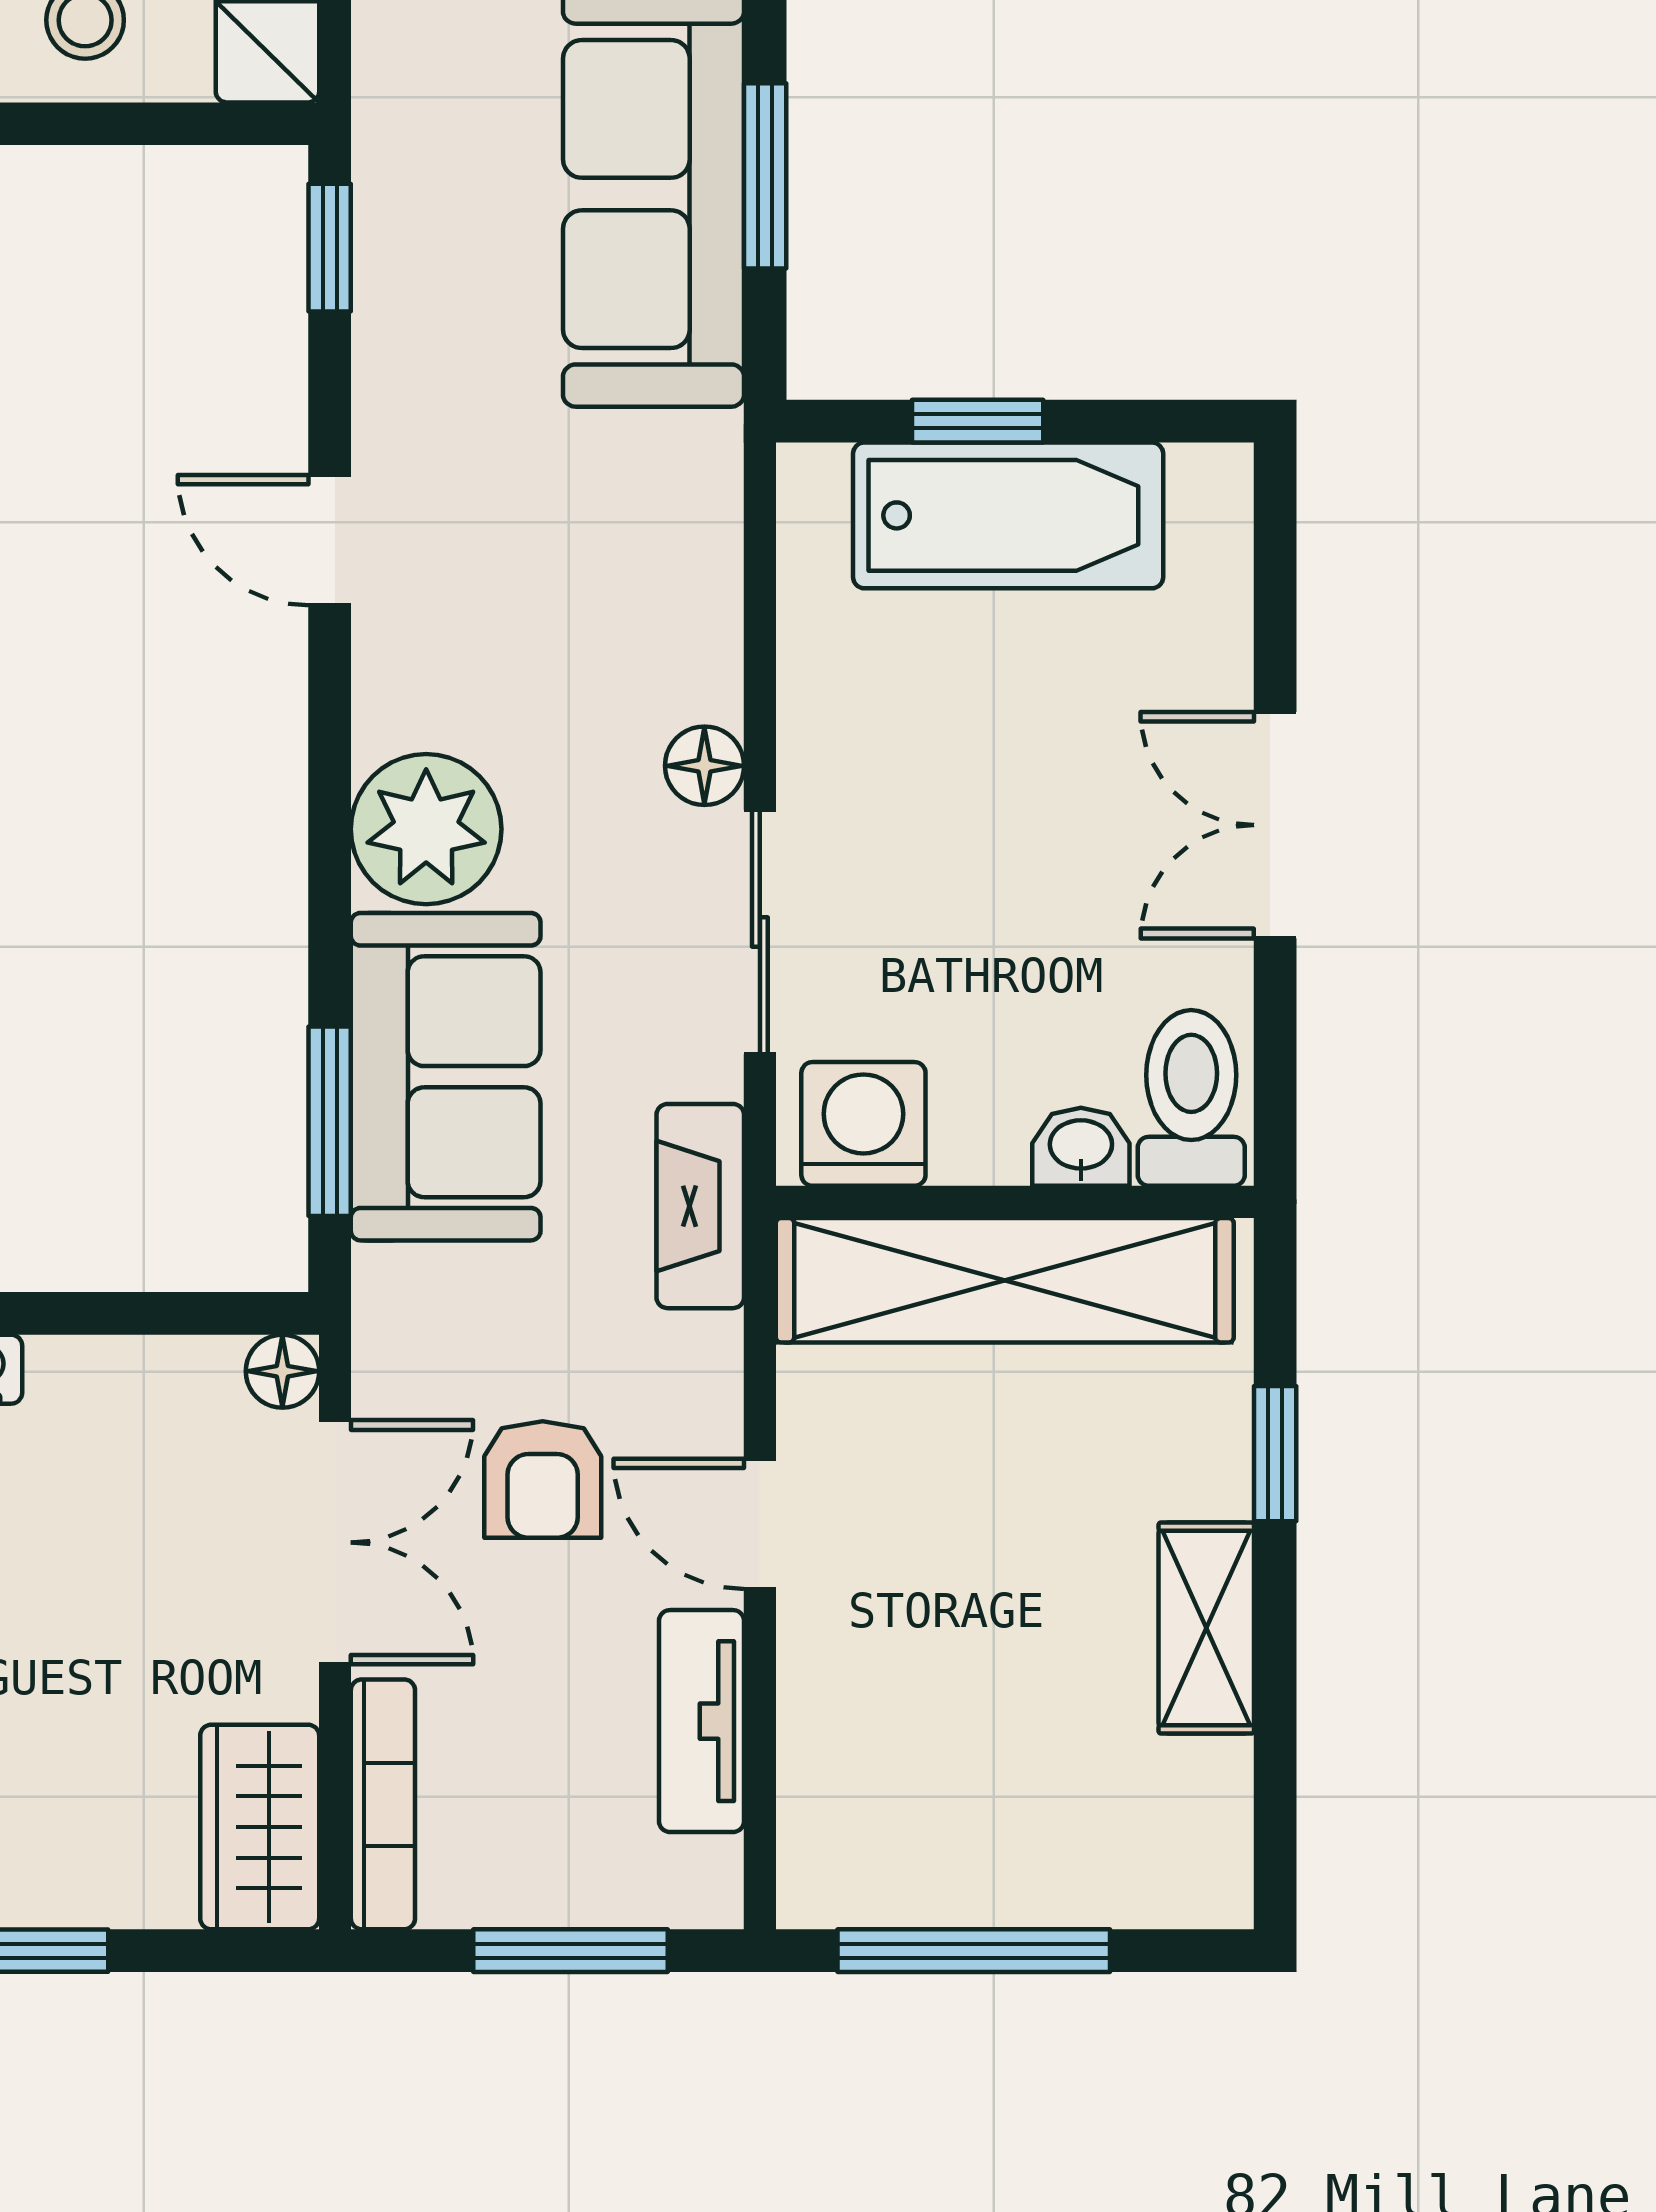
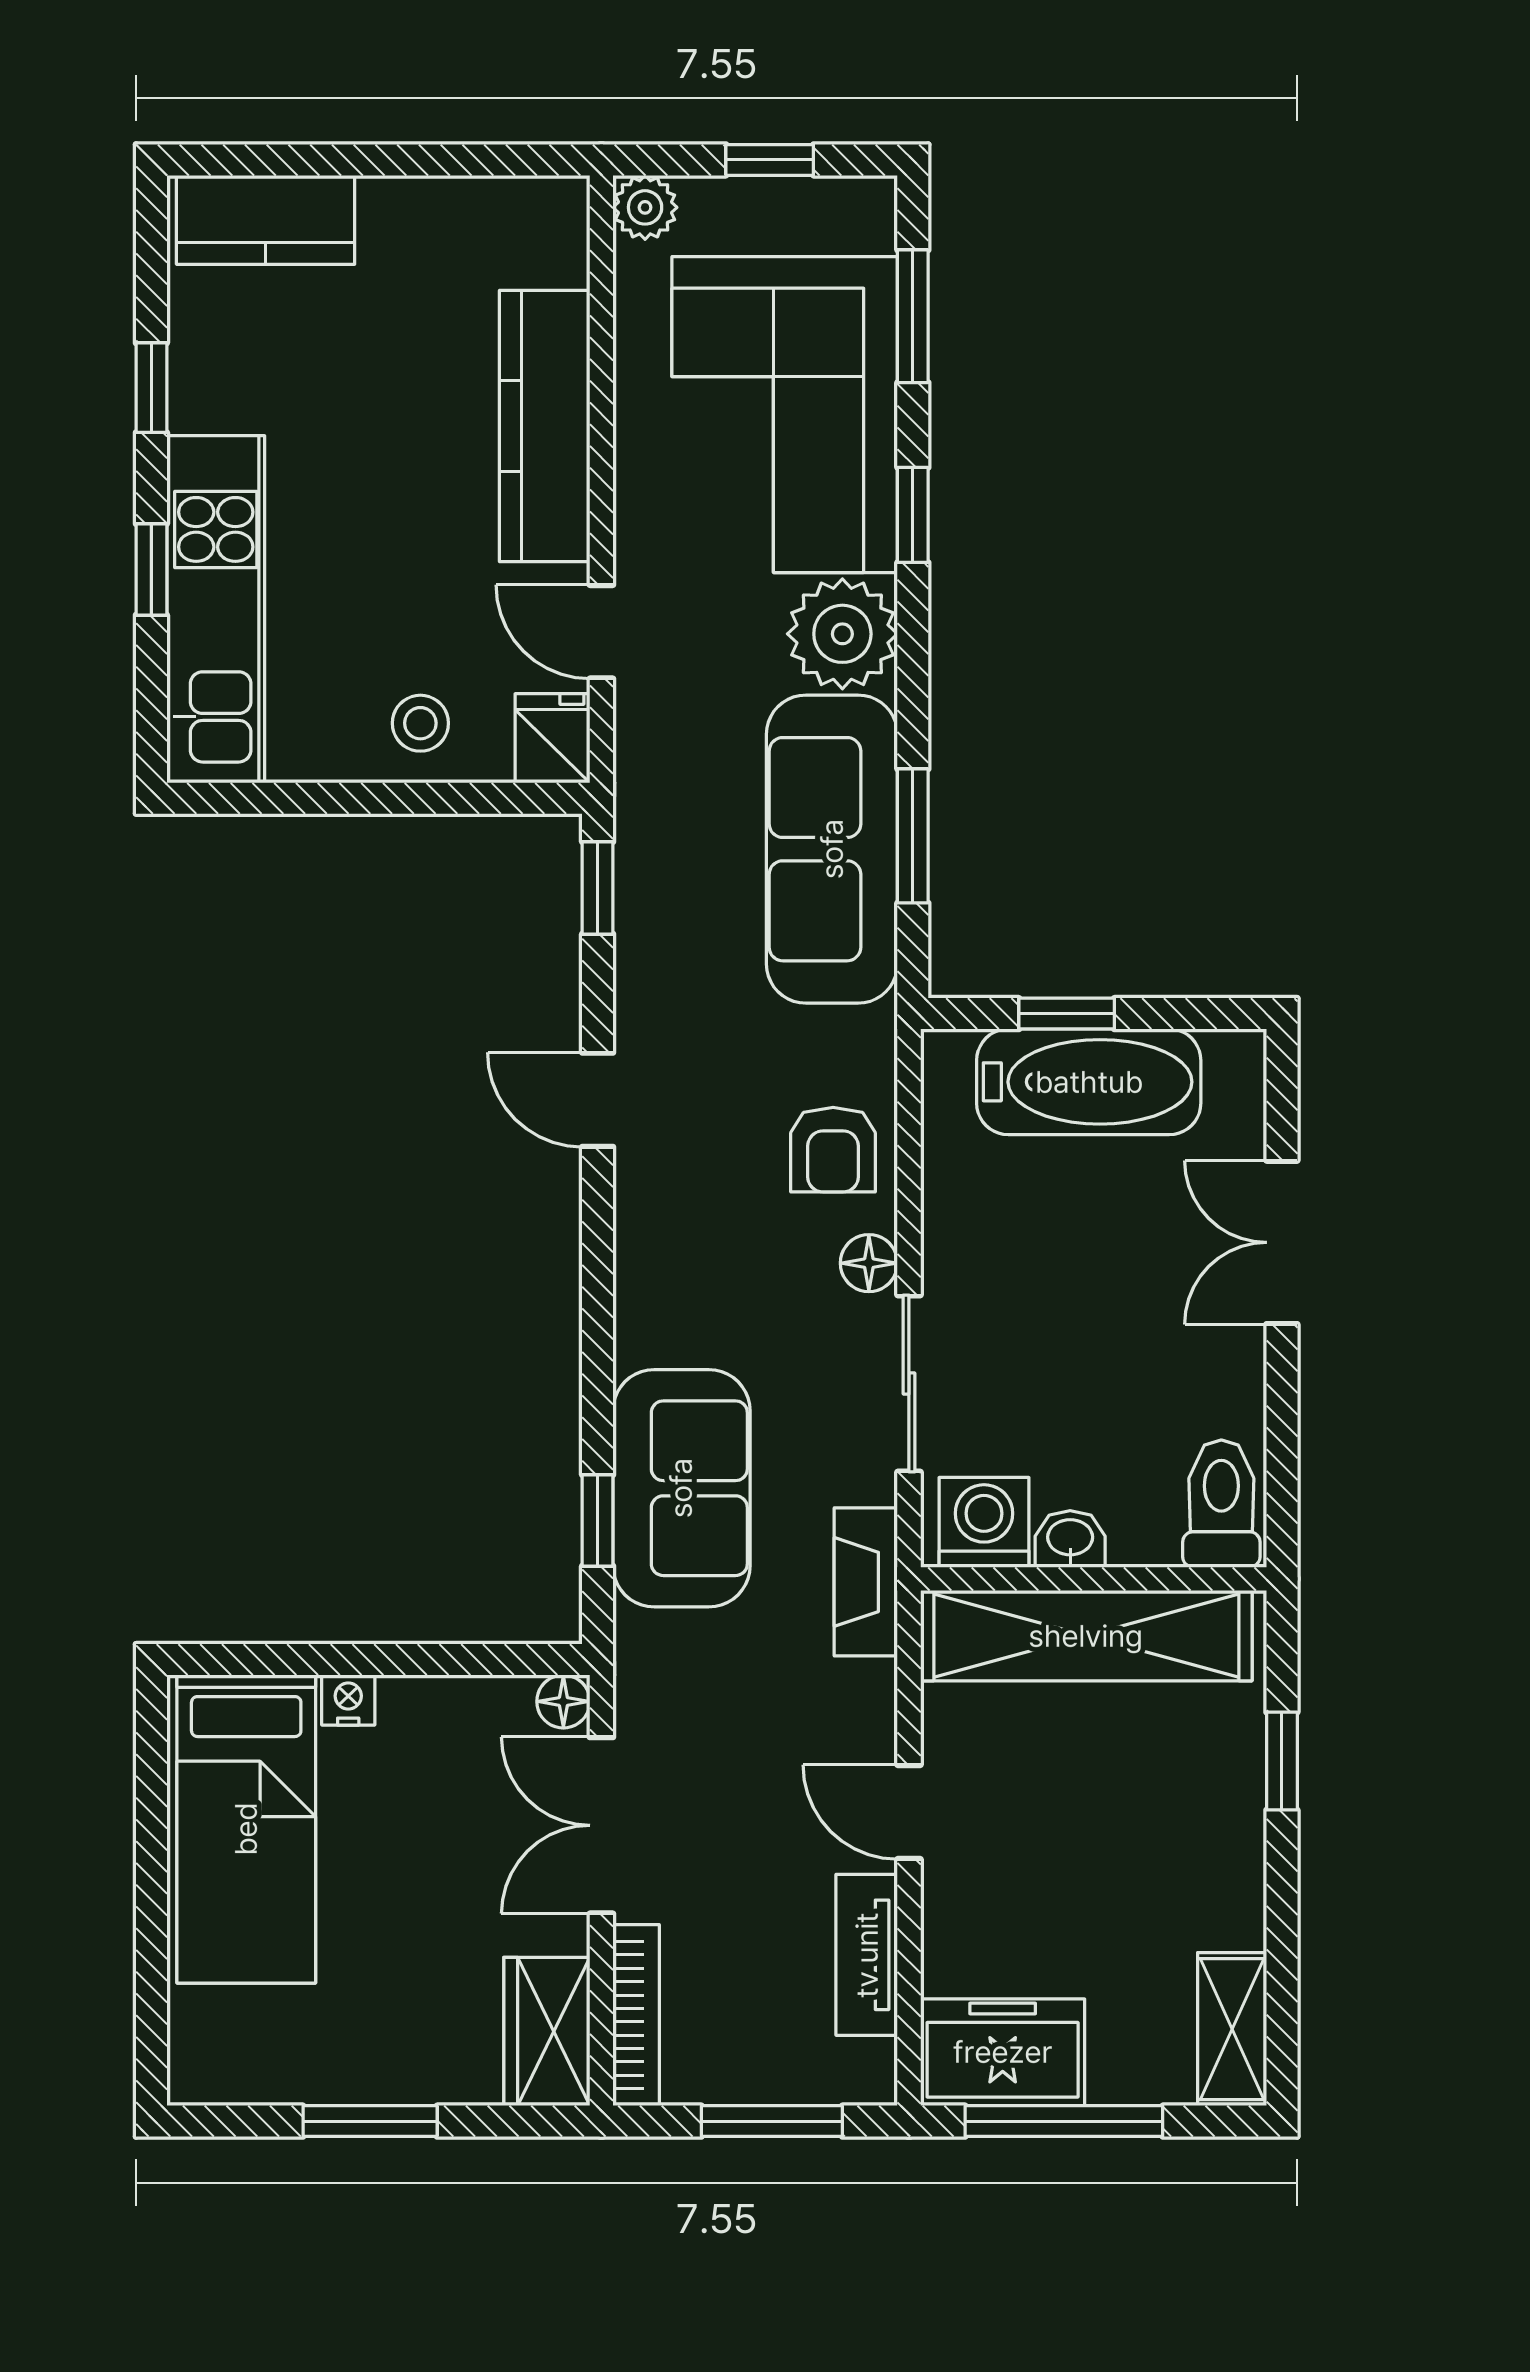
double door: (1275, 825) -> (1282, 1242), moved
plant: (426, 829) -> (667, 1309), removed
window: (330, 1121) -> (598, 1520), width x0.67
washbasin: (1081, 1147) -> (1070, 1539), moved
armchair: (543, 1480) -> (833, 1150), moved
double door: (335, 1542) -> (601, 1825), swing flipped
shelving: (1206, 1628) -> (1232, 2029), moved
freezer: (889, 1856) -> (1003, 2052), added

